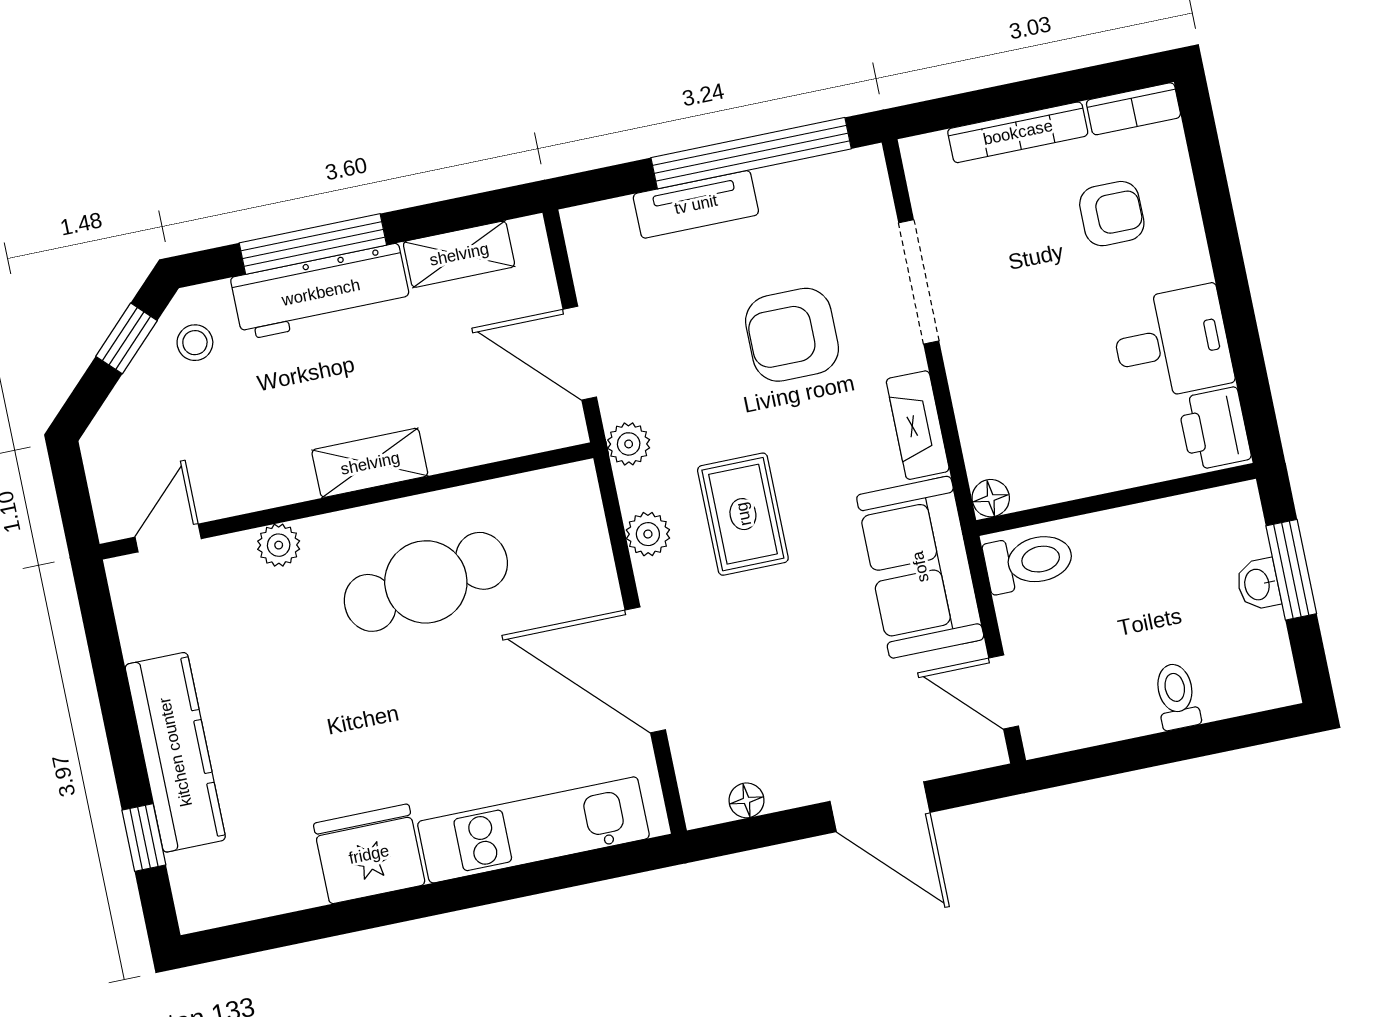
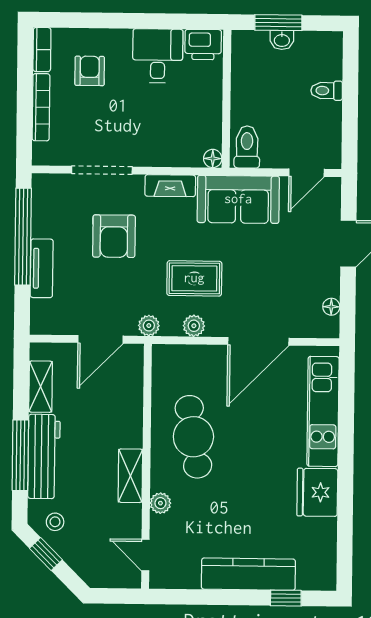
shelving: (370, 463) -> (130, 476), moved

